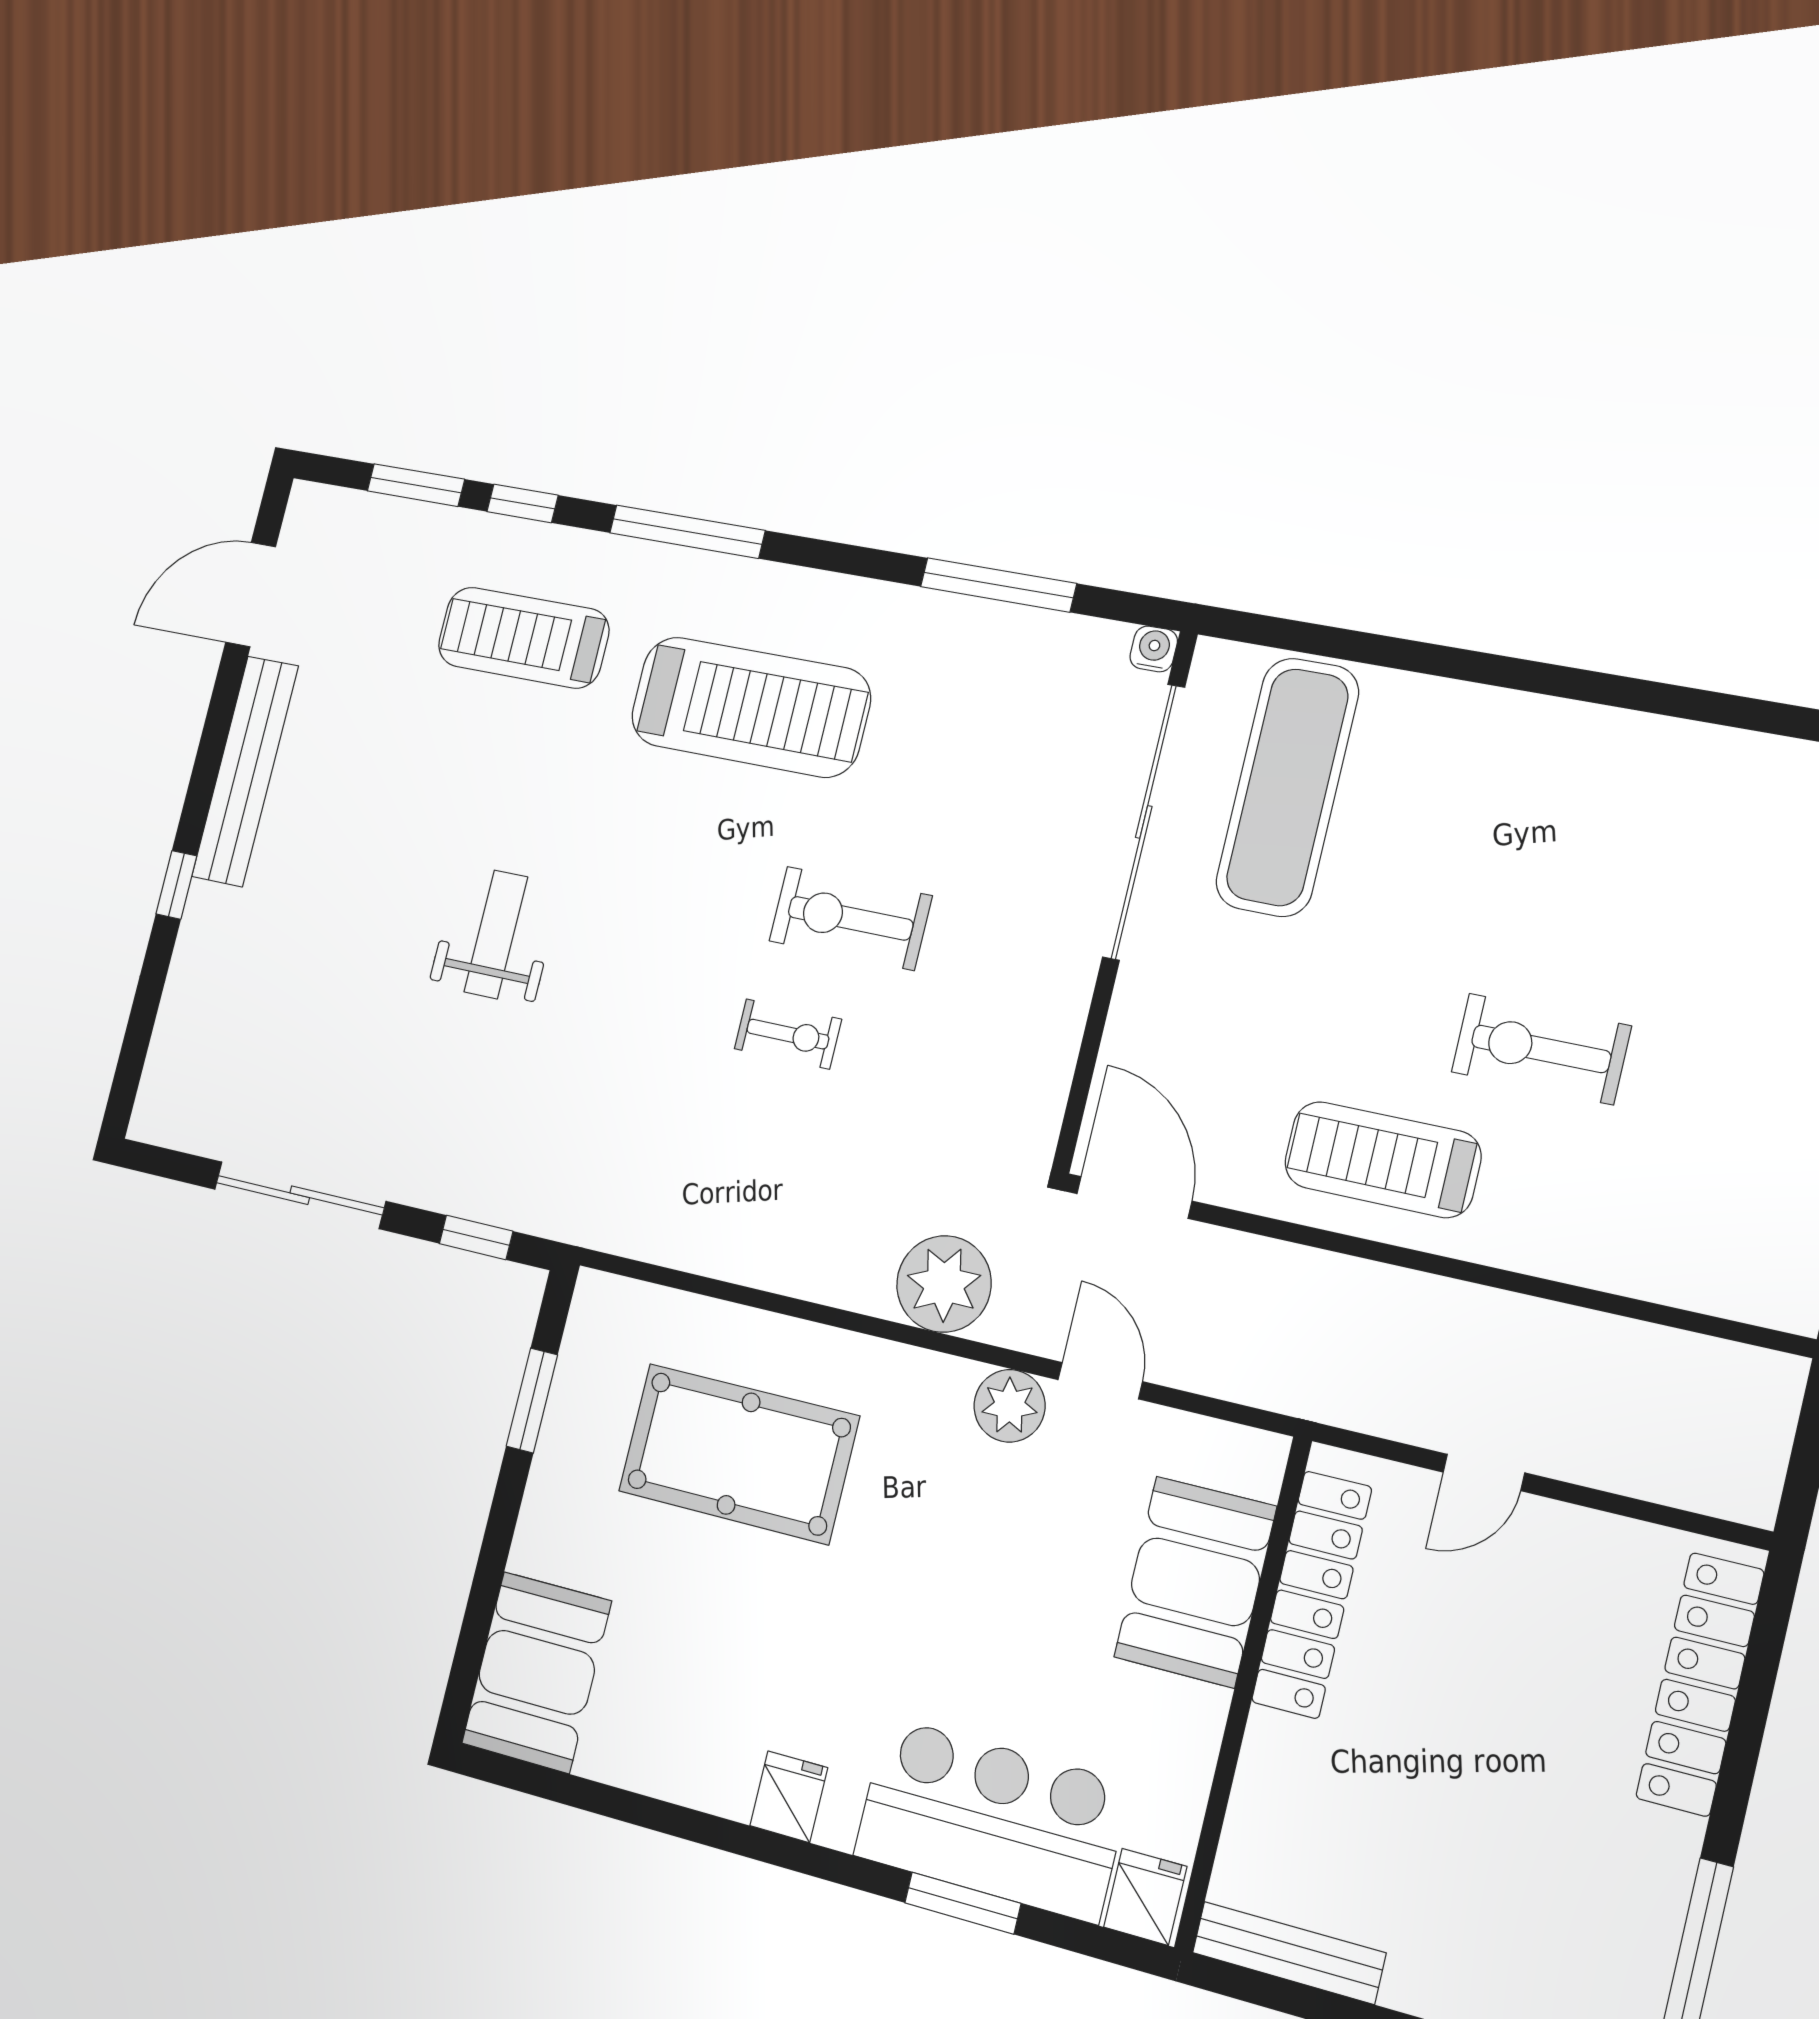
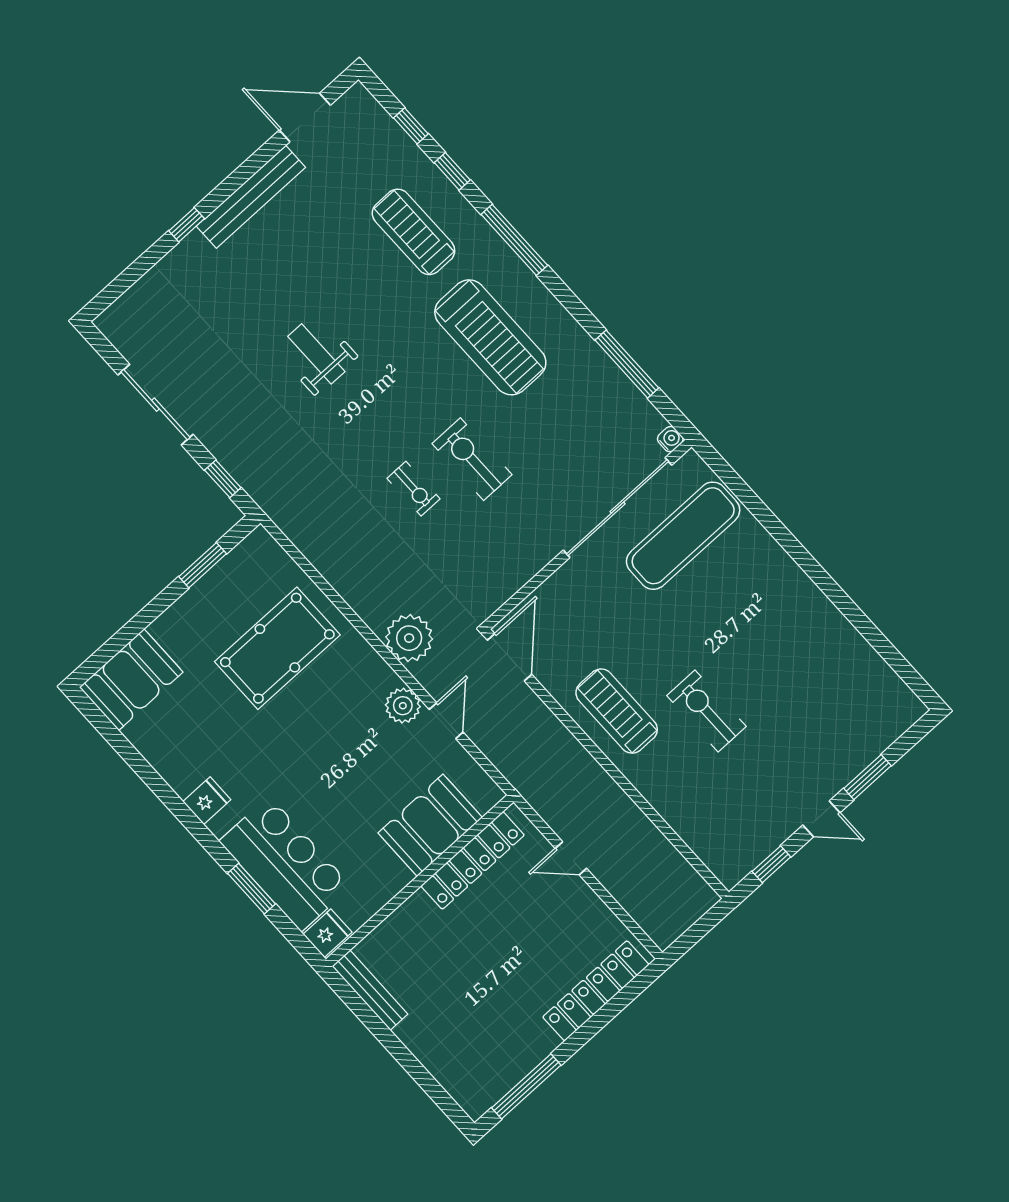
window: (416, 485) -> (411, 126), width x0.67
weight bench: (496, 934) -> (316, 354), turned -90
pool table: (739, 1454) -> (277, 648), turned 90

